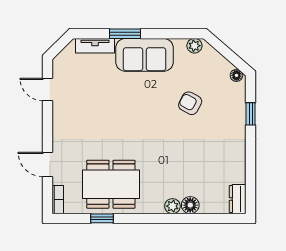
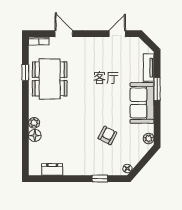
door: (48, 164) -> (64, 34), hinge flipped
dresser: (238, 199) -> (52, 169), moved

